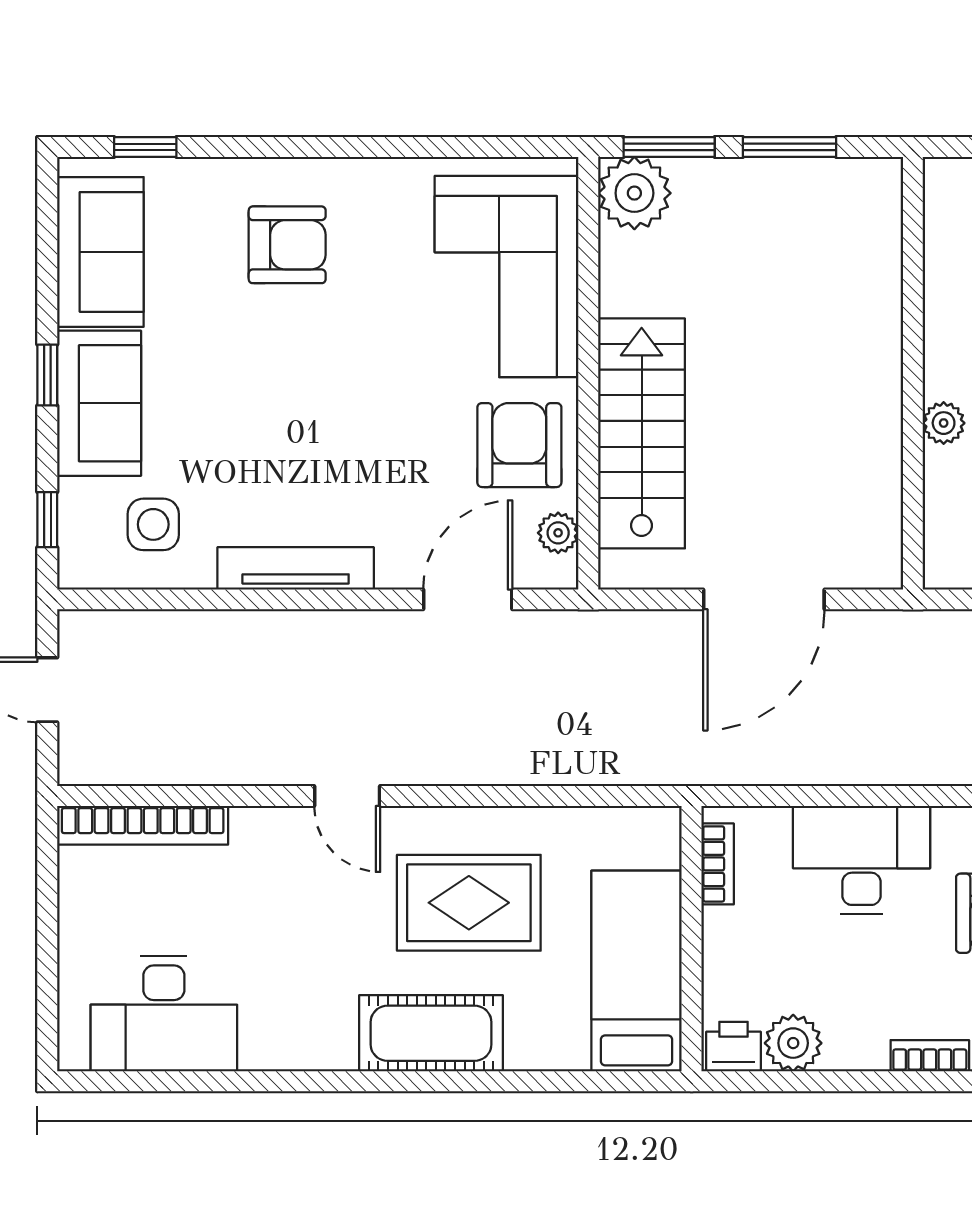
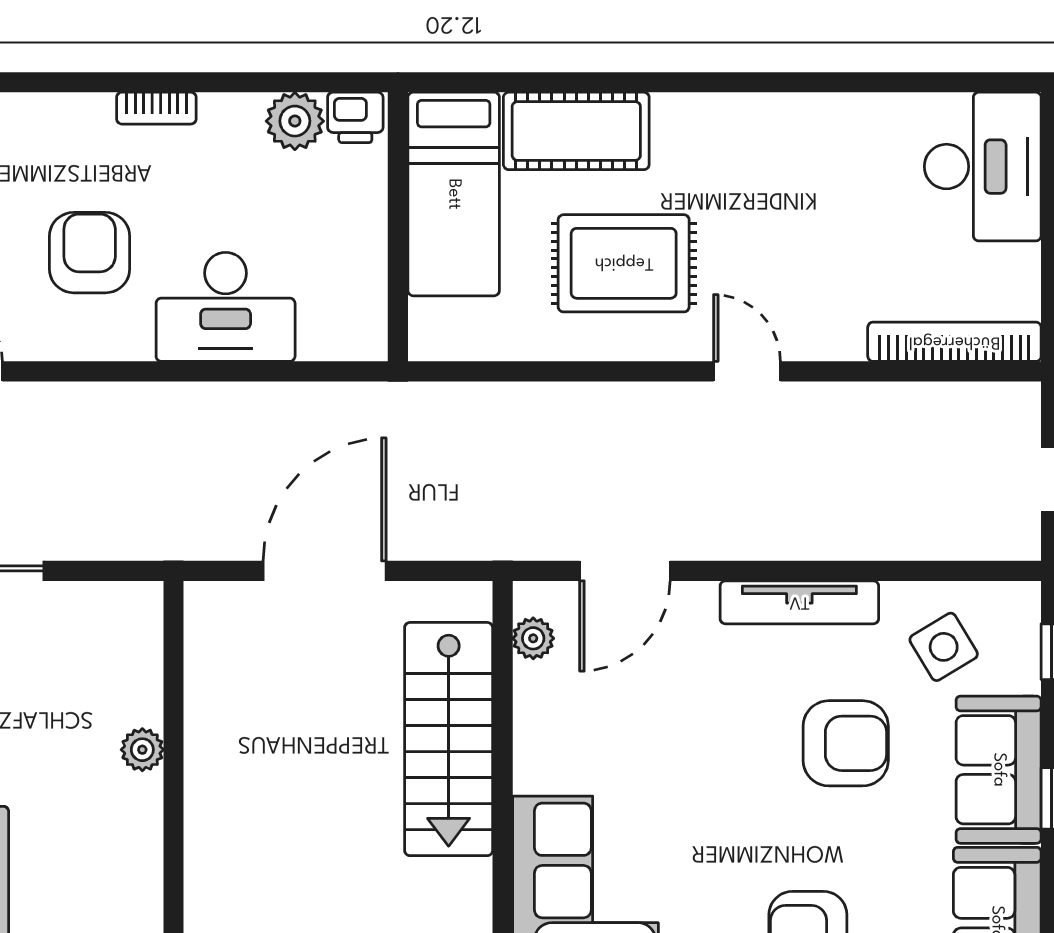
armchair: (519, 445) -> (846, 743), moved, turned -90
side table: (153, 524) -> (944, 647), turned -31
bookcase: (718, 864) -> (371, 303), removed
desk: (164, 1014) -> (983, 167), moved, turned 90
cot: (431, 1033) -> (576, 131), moved

